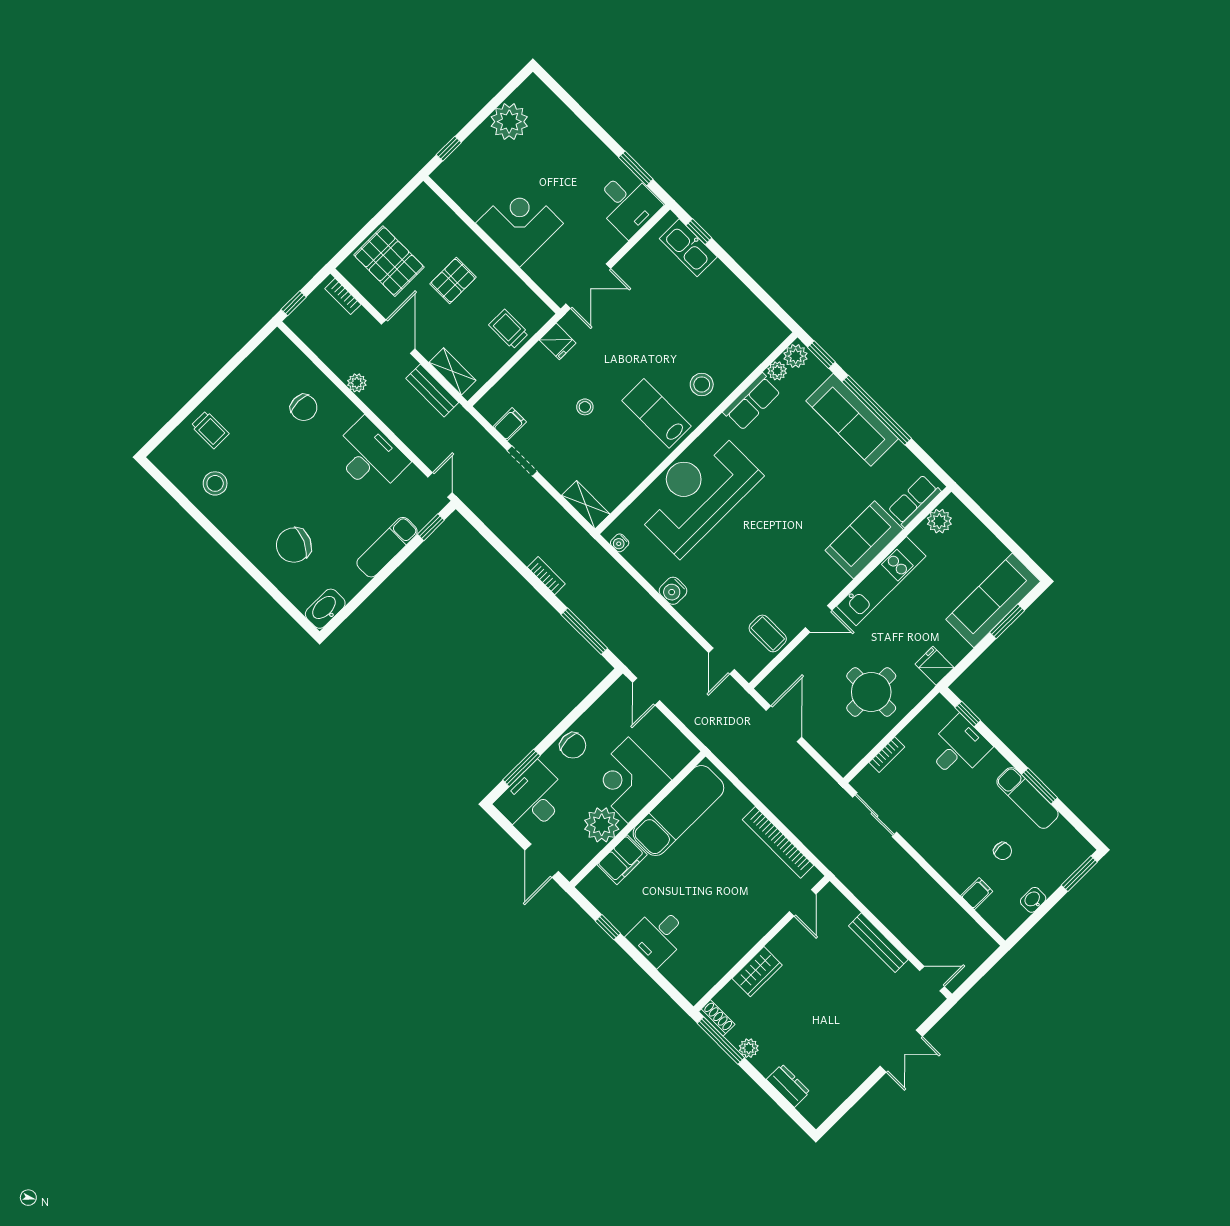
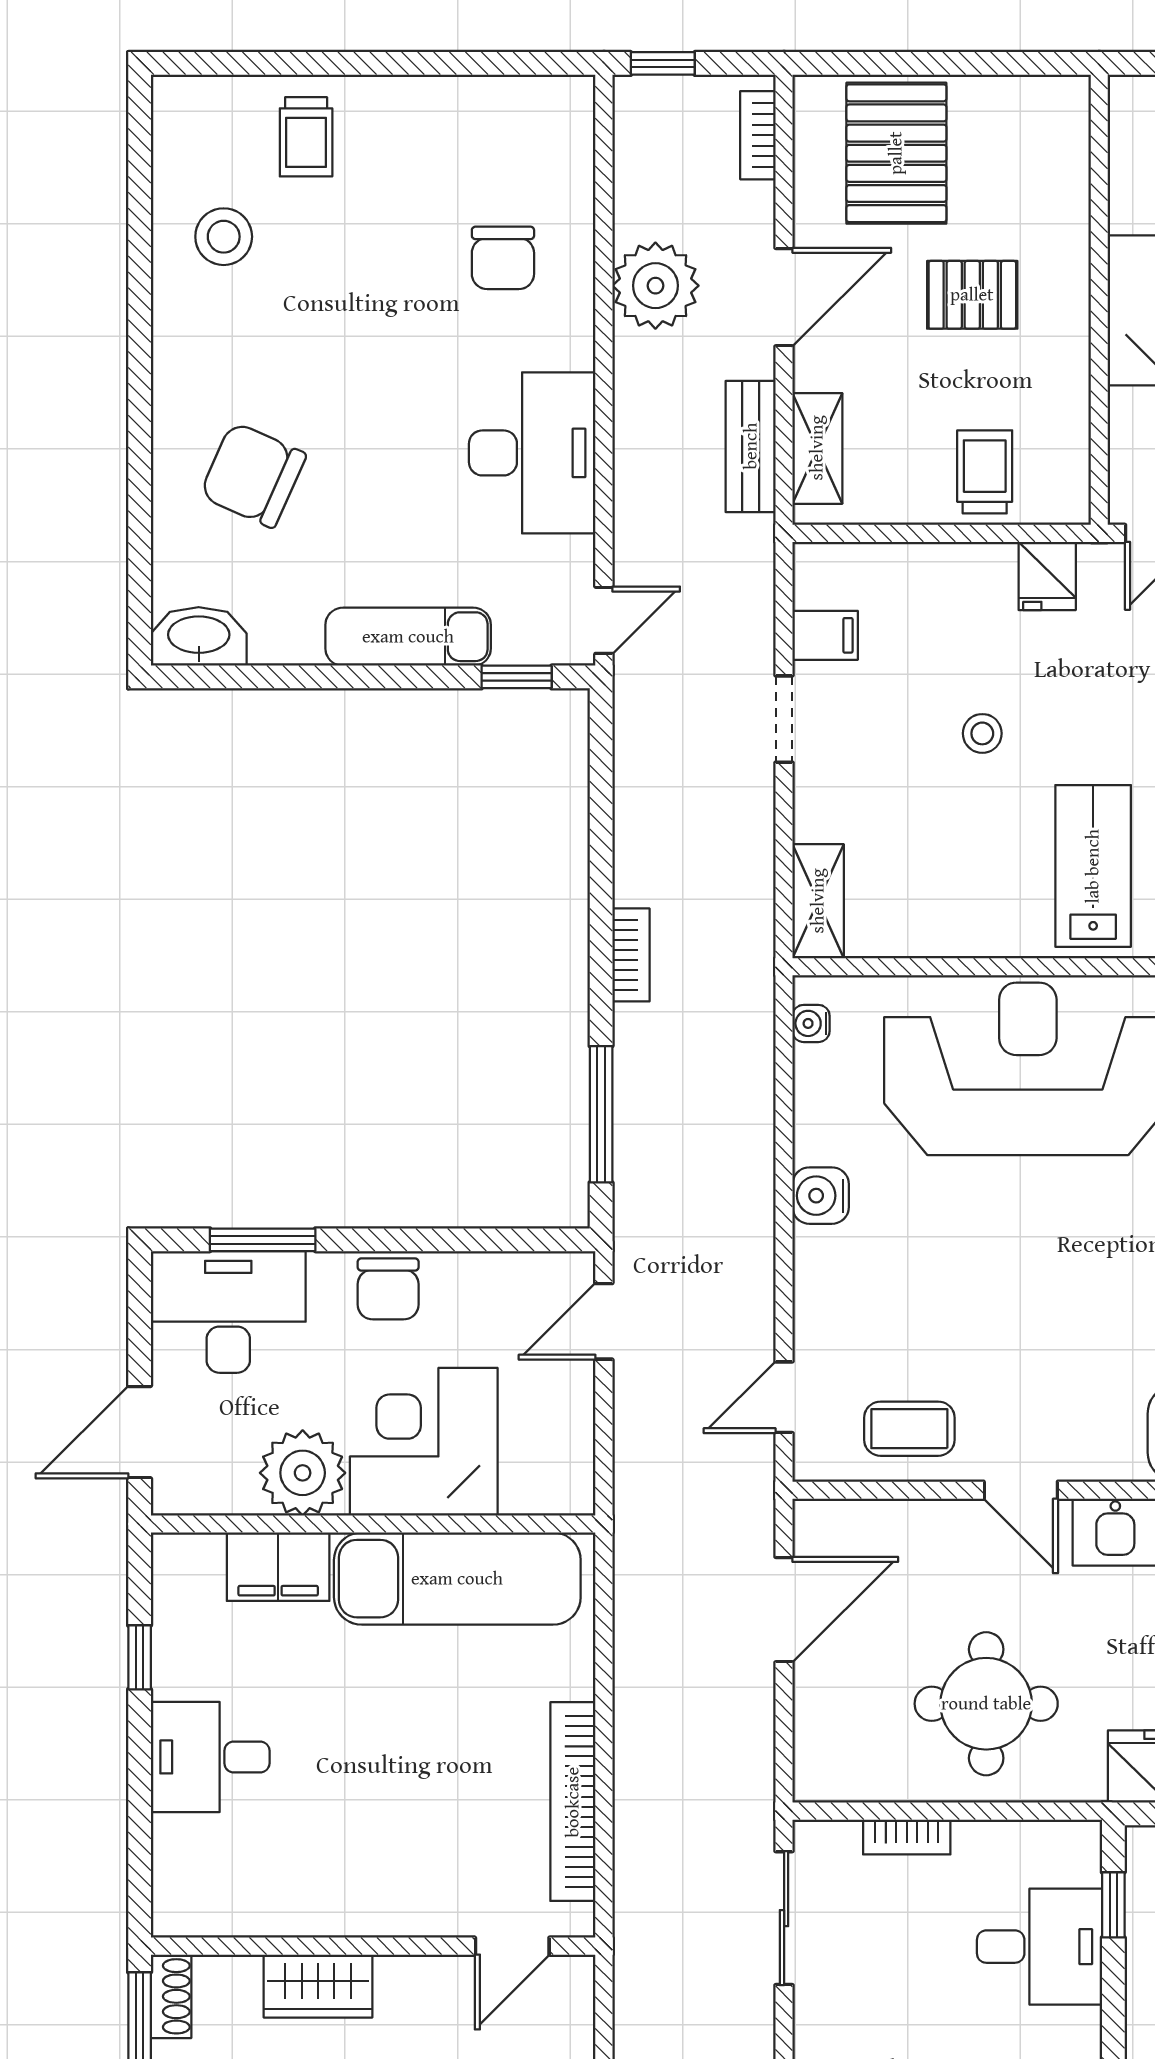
plant: (357, 383) -> (655, 286), width x1.87, depth x1.87
coffee table: (768, 633) -> (909, 1429), turned 90

